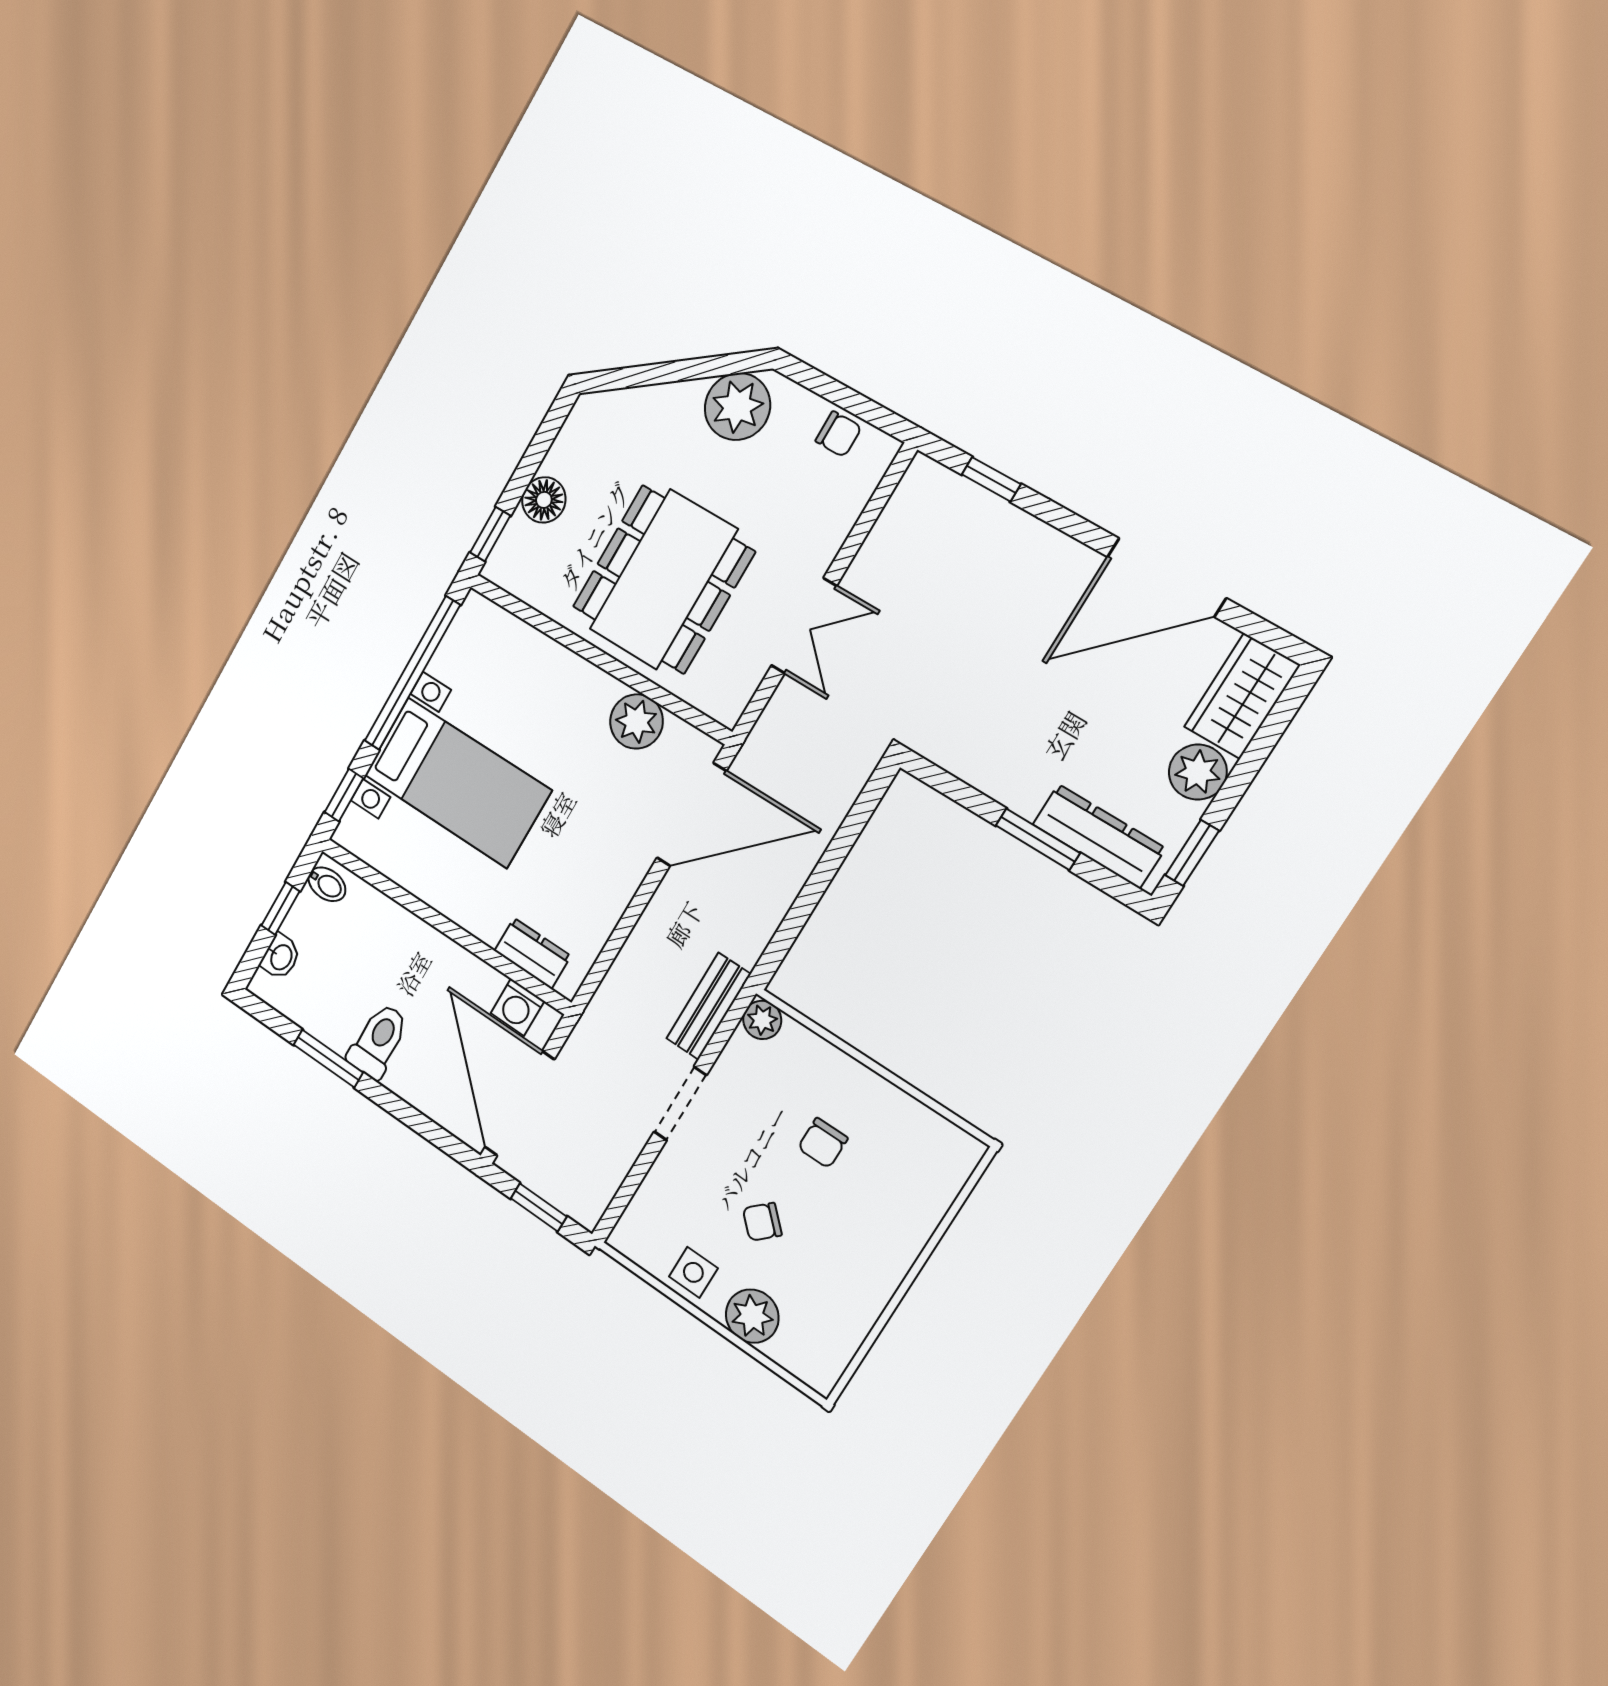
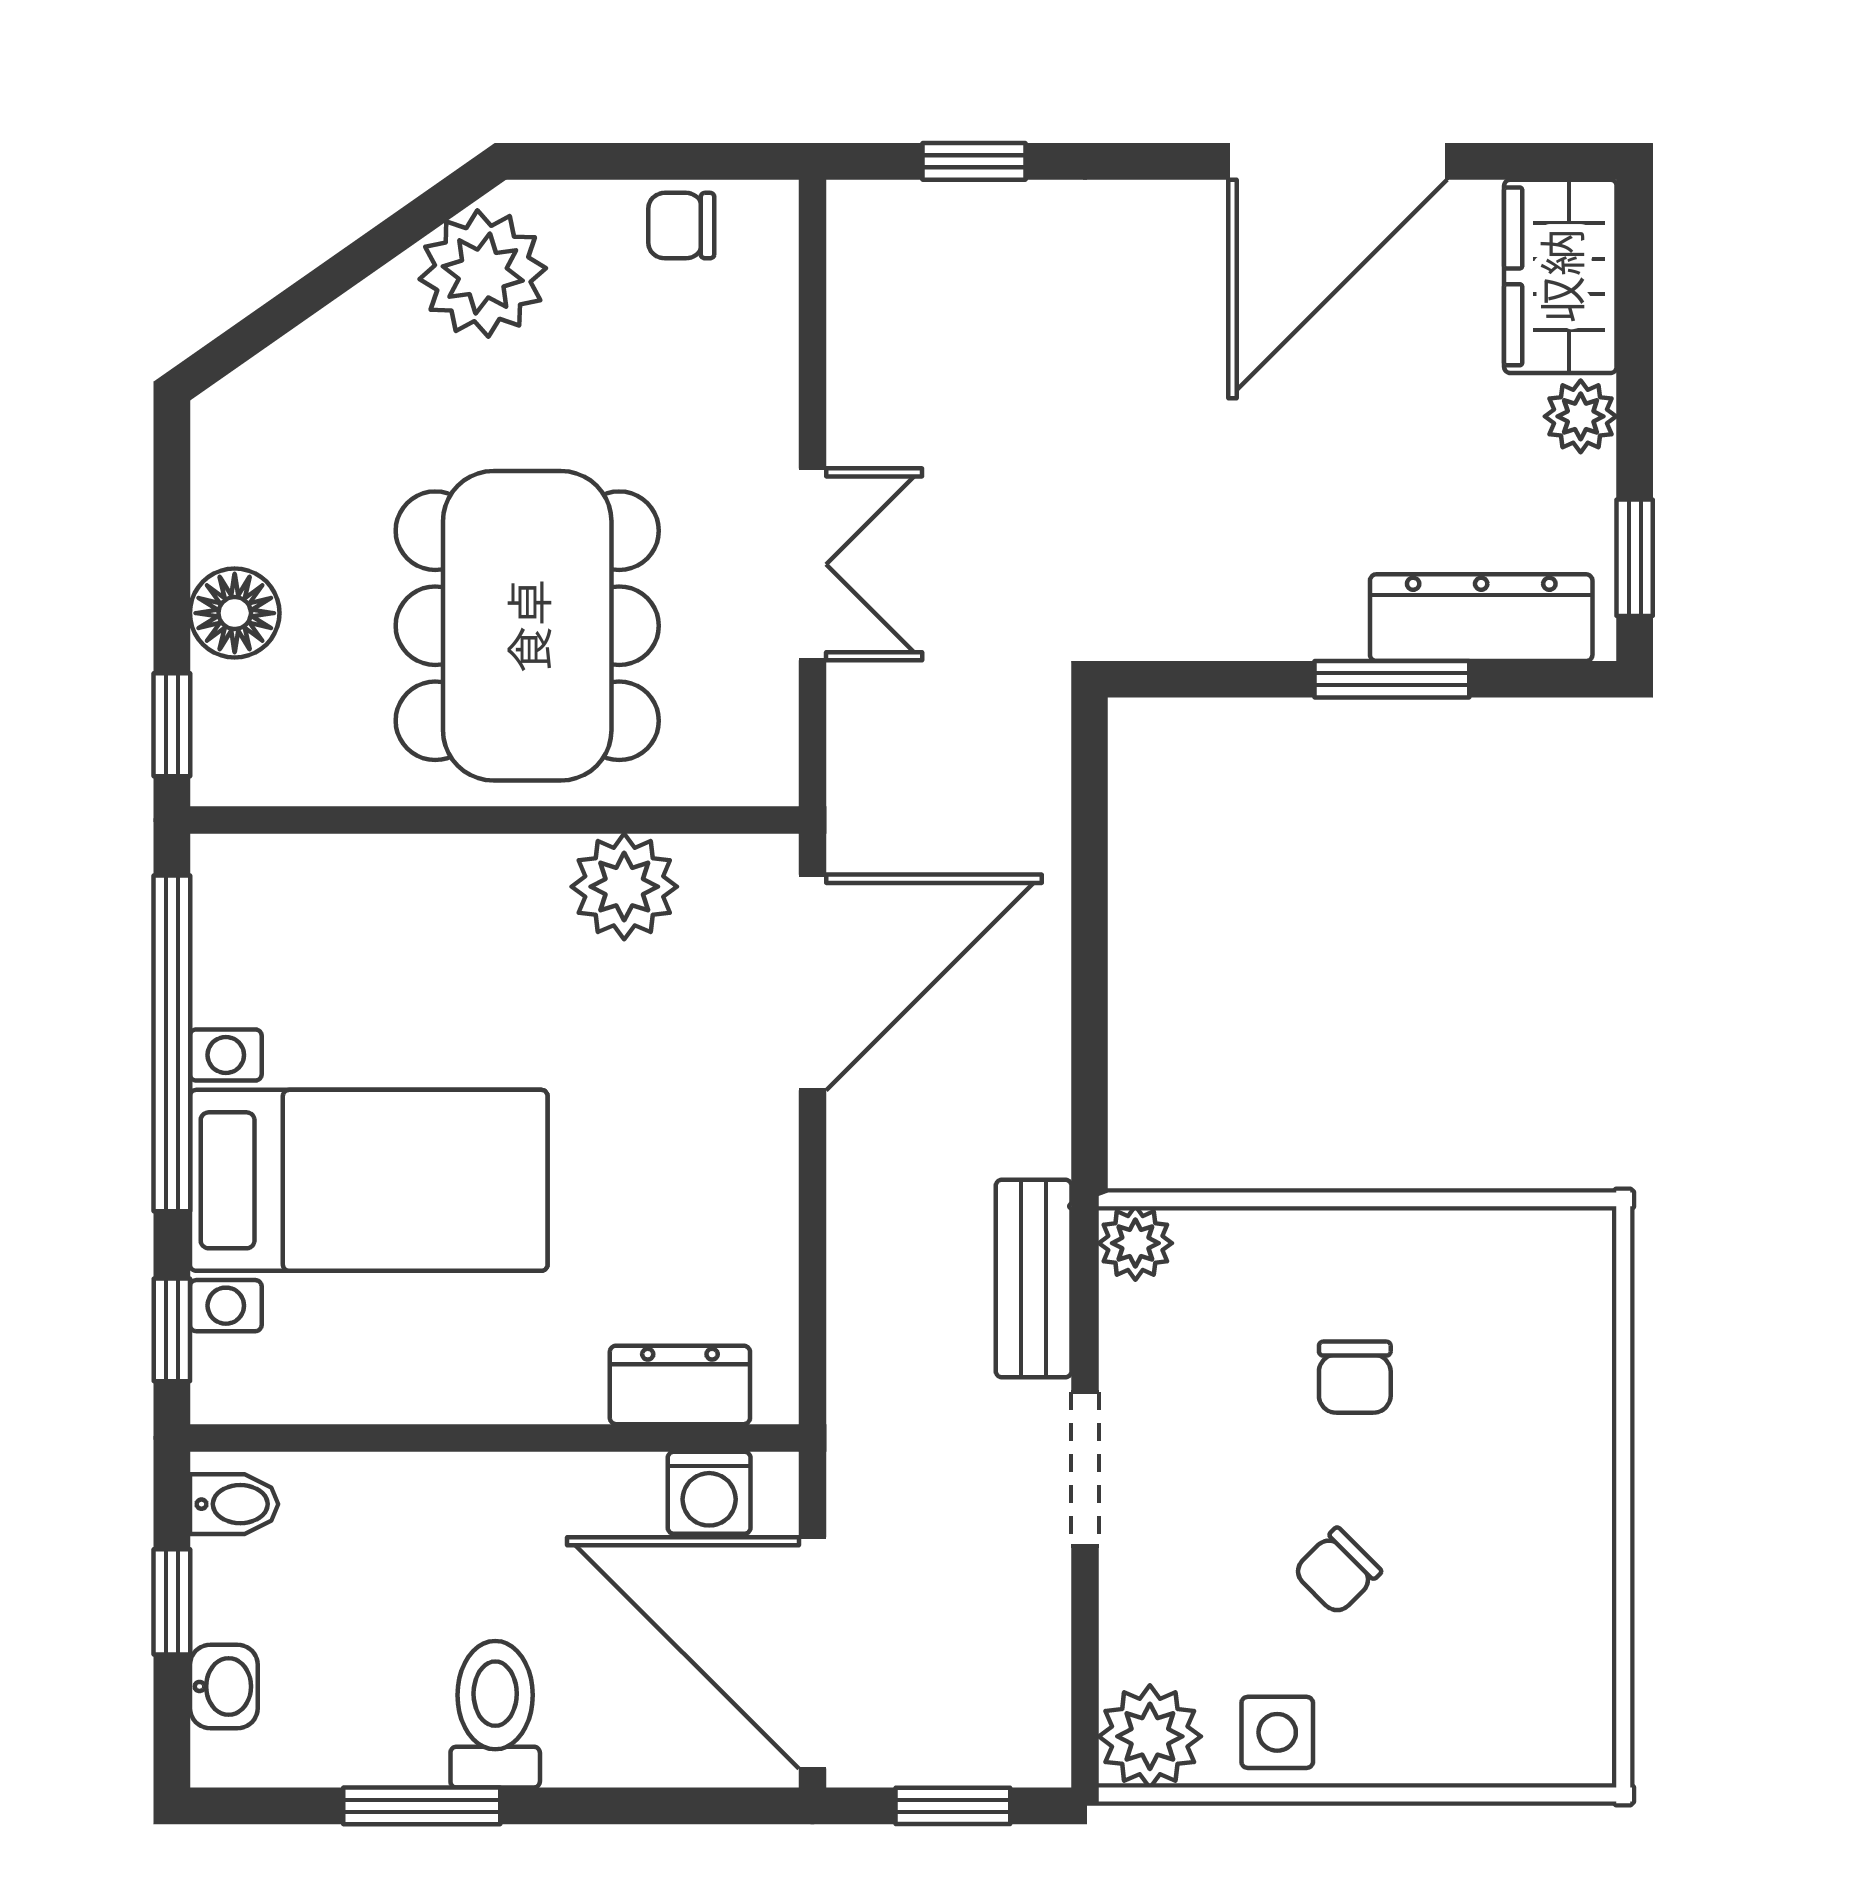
chair: (838, 434) -> (681, 226), turned 180
plant: (1198, 772) -> (1581, 416), width x0.73, depth x0.73
plant: (752, 1316) -> (1150, 1736), moved

